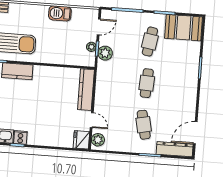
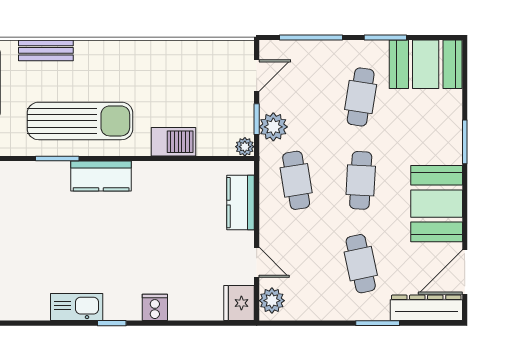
barbecue: (60, 13) -> (173, 142), moved, turned 180
plant: (91, 47) -> (245, 147), moved
cafe table: (115, 81) -> (296, 180), added
kitchen counter: (86, 90) -> (241, 203), width x0.67
booth: (184, 98) -> (437, 204), added
cooker: (20, 137) -> (155, 307), moved

